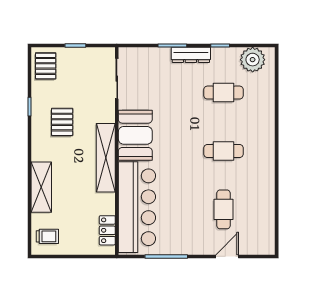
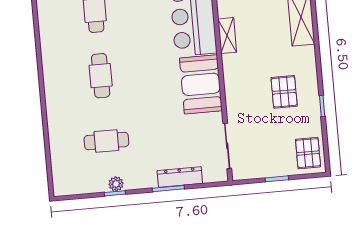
dresser: (191, 55) -> (180, 177), moved
plant: (253, 60) -> (116, 184), moved, width x0.53, depth x0.53
cafe table: (223, 151) -> (101, 76), turned 90
shelving: (106, 158) -> (227, 36), width x0.45, depth x0.75

